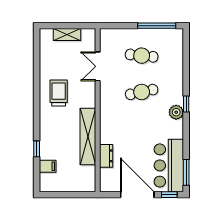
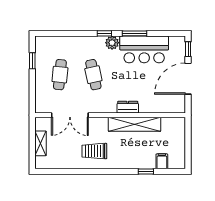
window: (157, 26) -> (32, 61), width x0.46
double door: (98, 66) -> (70, 115), width x1.37
dresser: (106, 156) -> (128, 107), moved
bar counter: (169, 165) -> (144, 49), moved
window: (186, 172) -> (135, 33), moved

